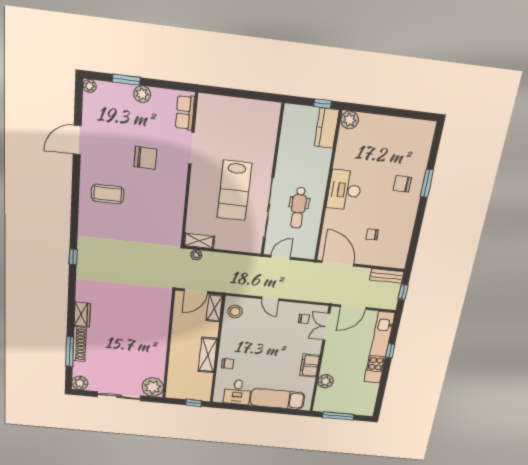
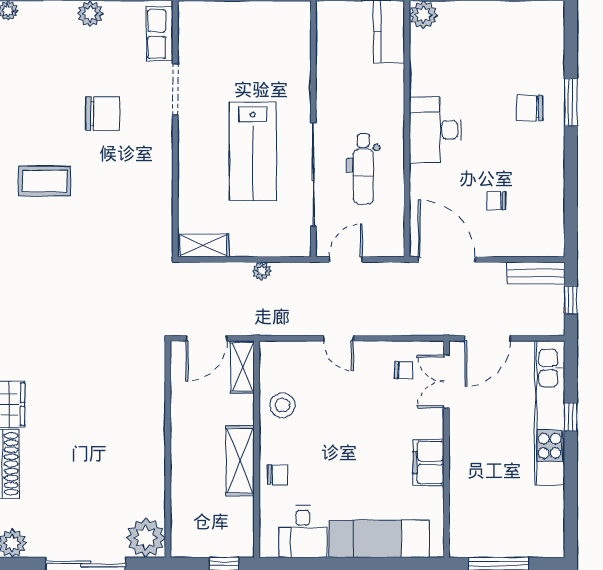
plant: (196, 255) -> (262, 271), moved
stool: (235, 312) -> (283, 405), moved
plant: (325, 381) -> (463, 492), removed

